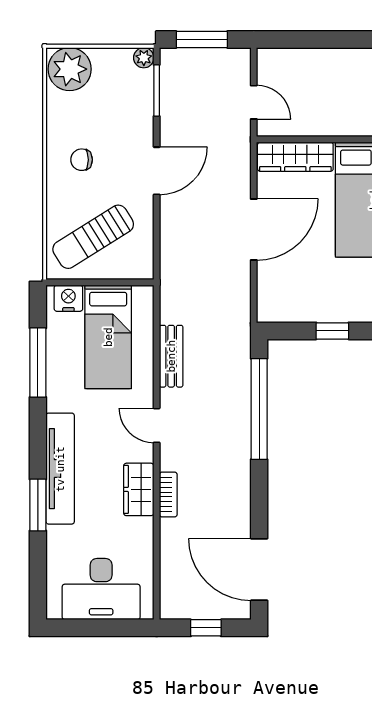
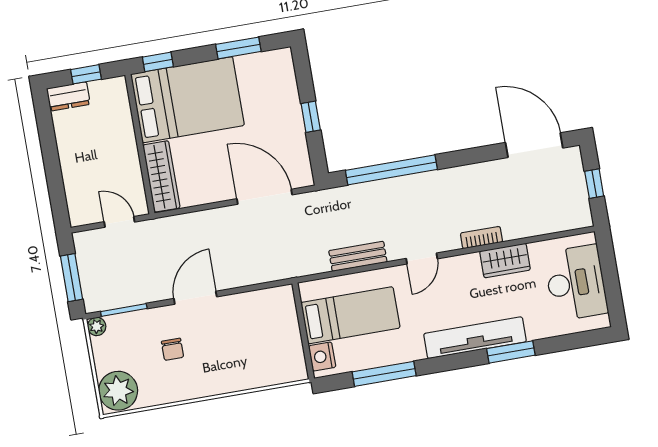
door: (254, 102) -> (119, 222), hinge flipped
chair: (82, 160) -> (173, 349), moved
door: (157, 171) -> (195, 298), hinge flipped
door: (254, 229) -> (264, 197), moved
sun lounger: (93, 237) -> (264, 344), removed
wardrobe: (139, 489) -> (505, 261), moved
door: (259, 570) -> (534, 145), swing flipped

